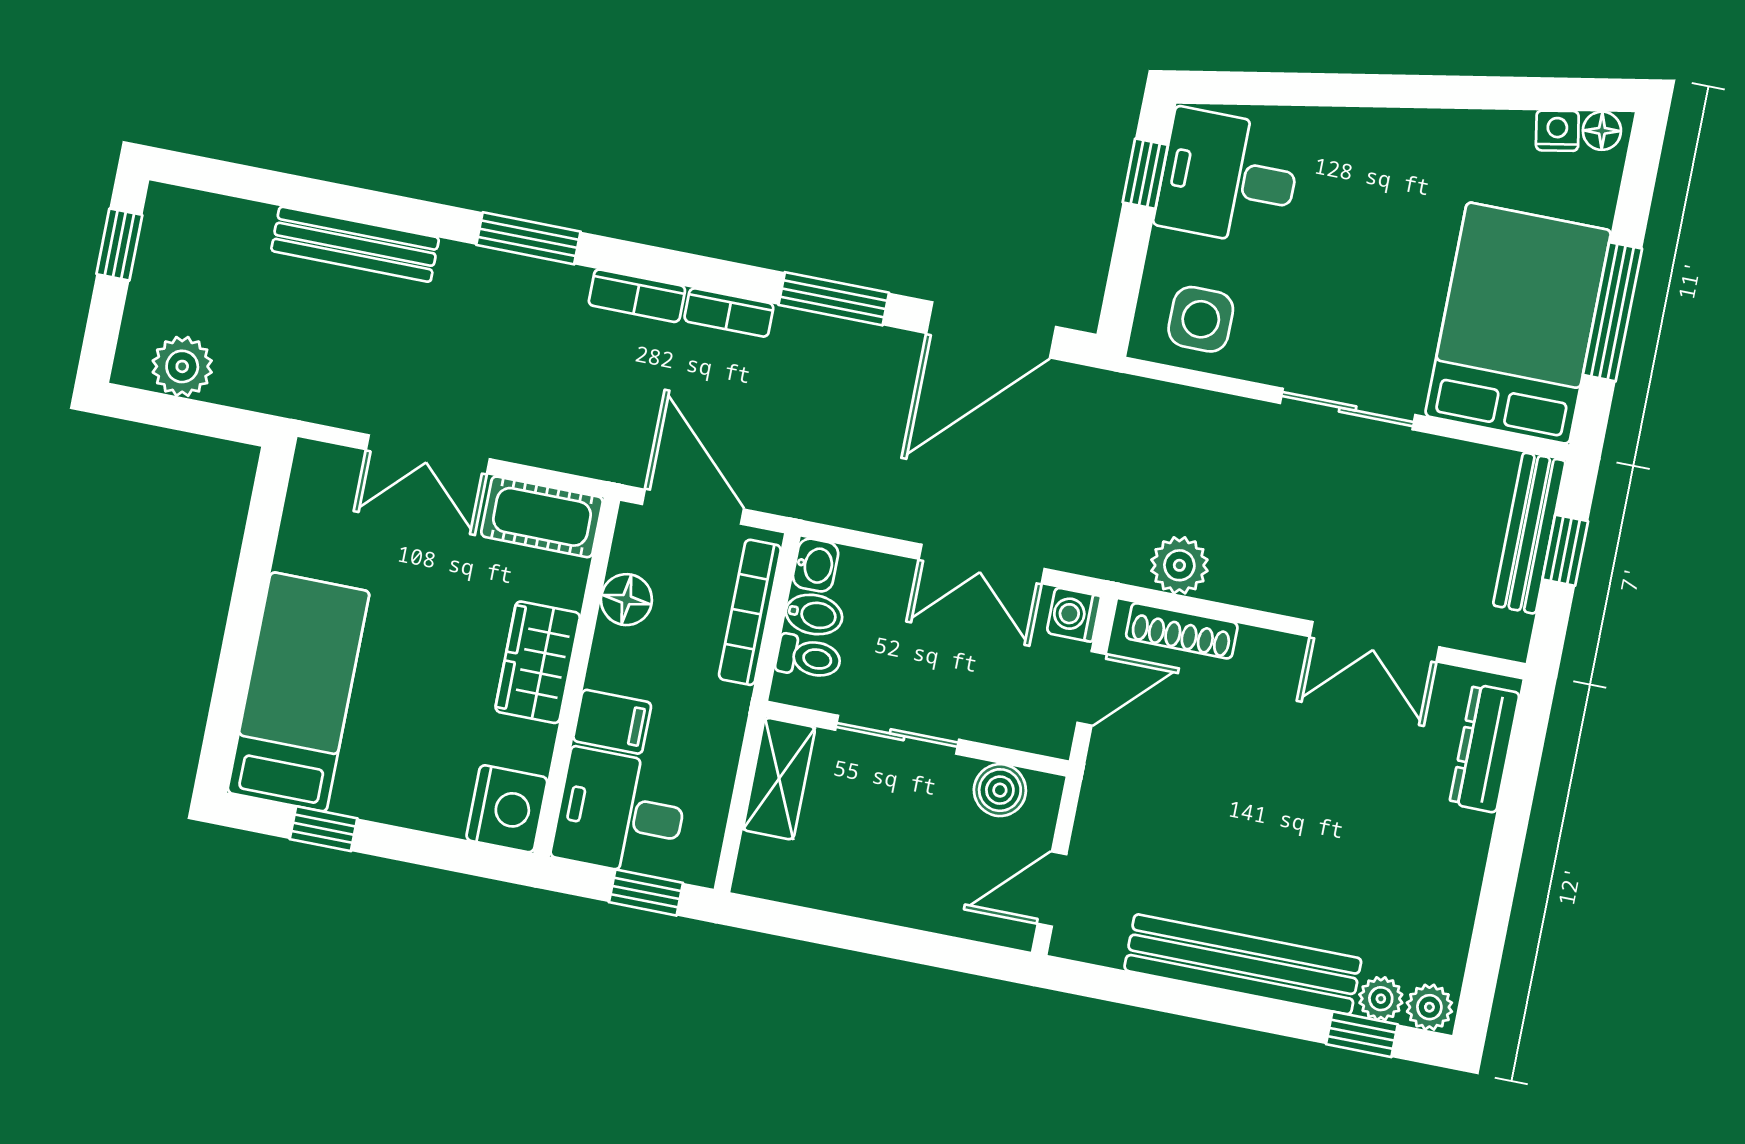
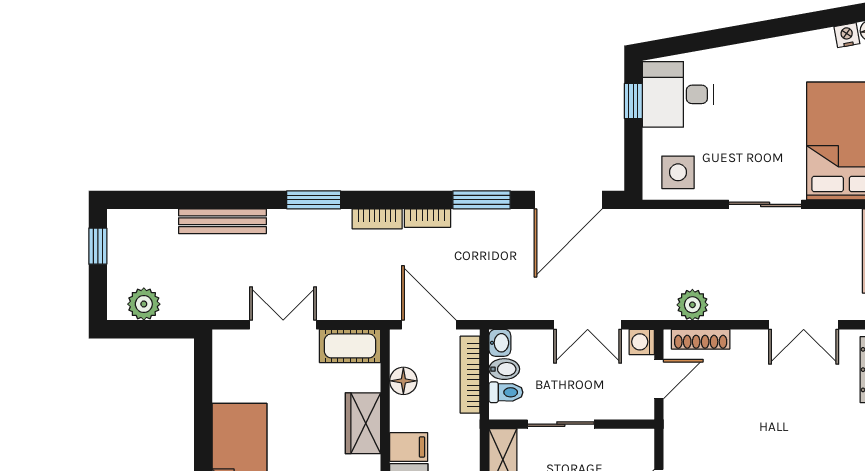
double door: (428, 454) -> (283, 325), swing flipped
boiler: (1000, 790) -> (621, 443), removed

